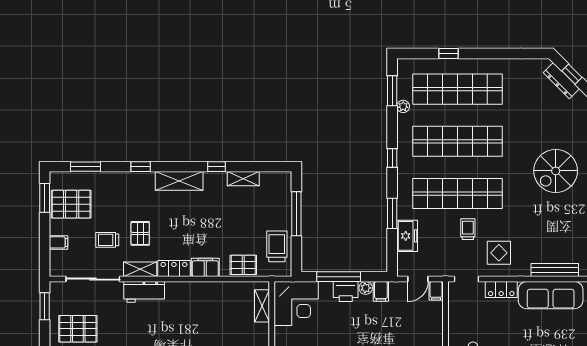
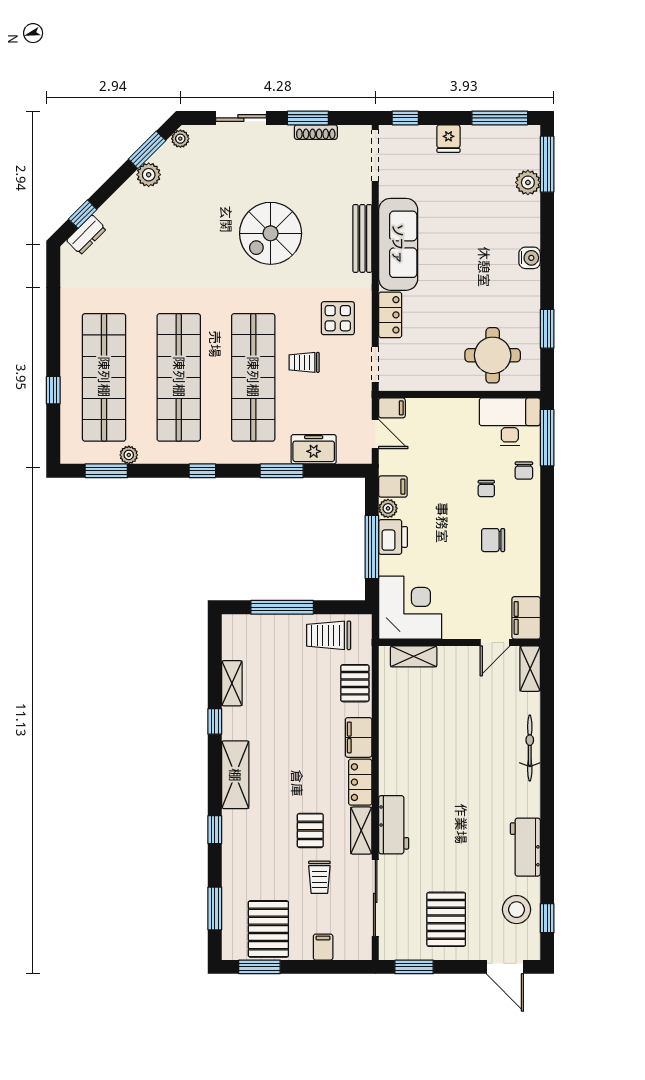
dresser: (561, 81) -> (86, 235), width x0.70
spiral stairs: (556, 171) -> (271, 233), moved, turned 90
pallet: (140, 233) -> (310, 830), turned 90

